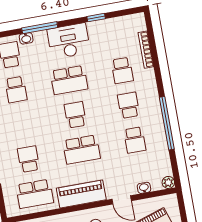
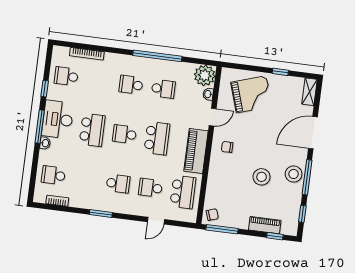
window: (40, 28) -> (40, 127), moved
washbasin: (26, 38) -> (45, 143), moved
school desk: (122, 70) -> (66, 76), moved, turned 180
school desk: (16, 90) -> (118, 184), moved
plant: (168, 182) -> (205, 75), width x1.87, depth x1.87

